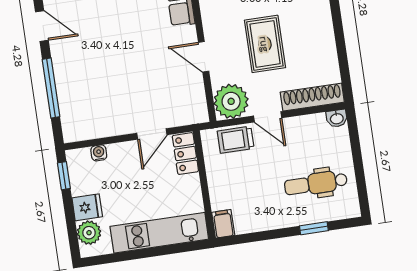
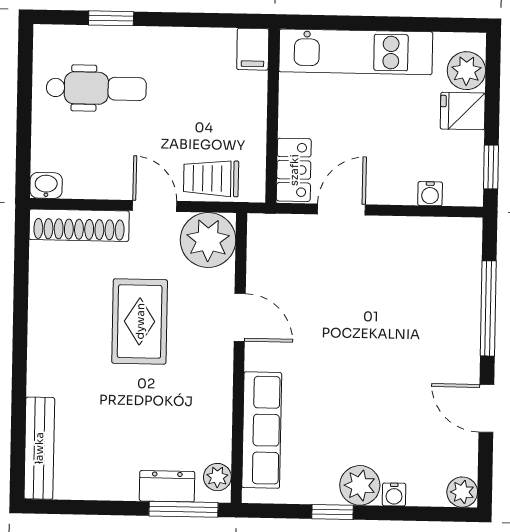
trolley: (236, 140) -> (211, 178), turned 180

